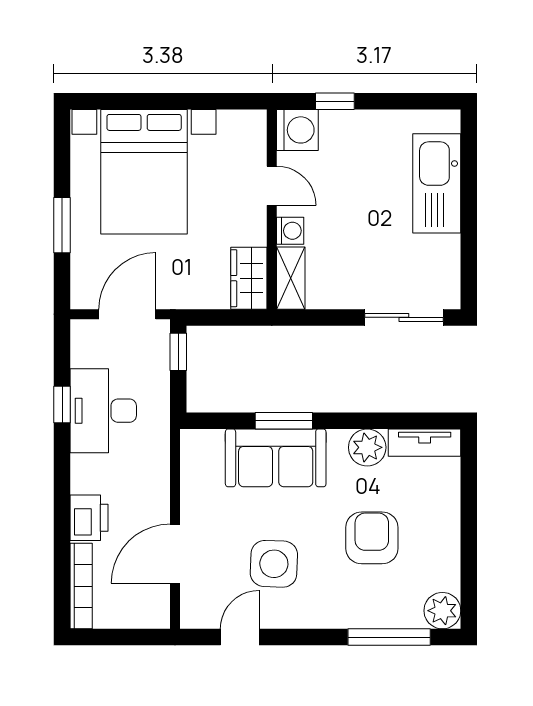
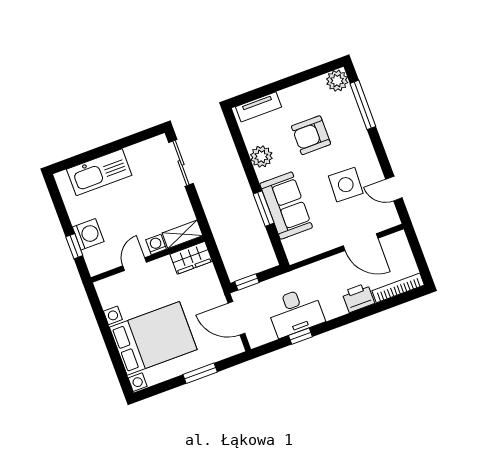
washing machine: (297, 130) -> (88, 234), moved, turned 90
tv unit: (425, 443) -> (258, 107), moved, turned 90

